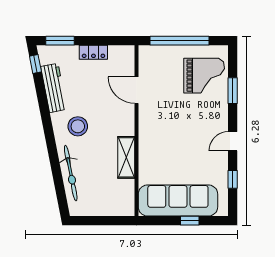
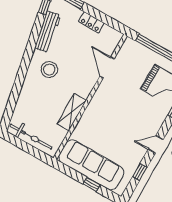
bicycle: (71, 173) -> (31, 137), moved, turned -79

